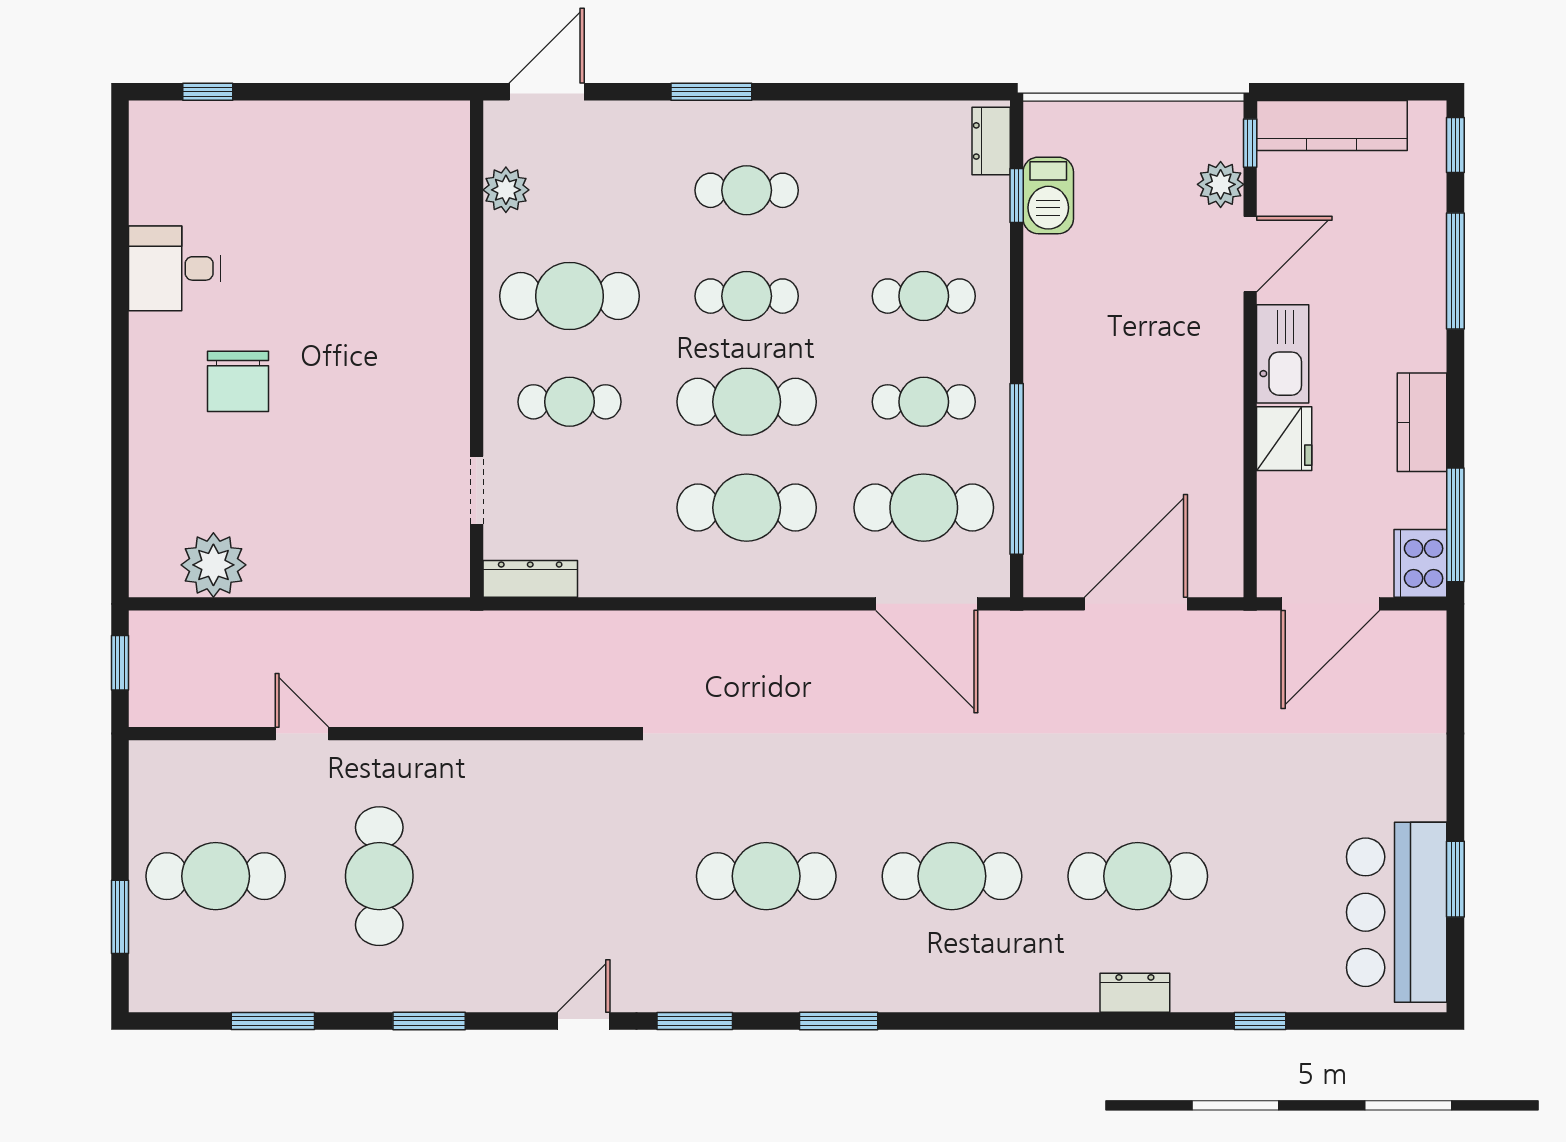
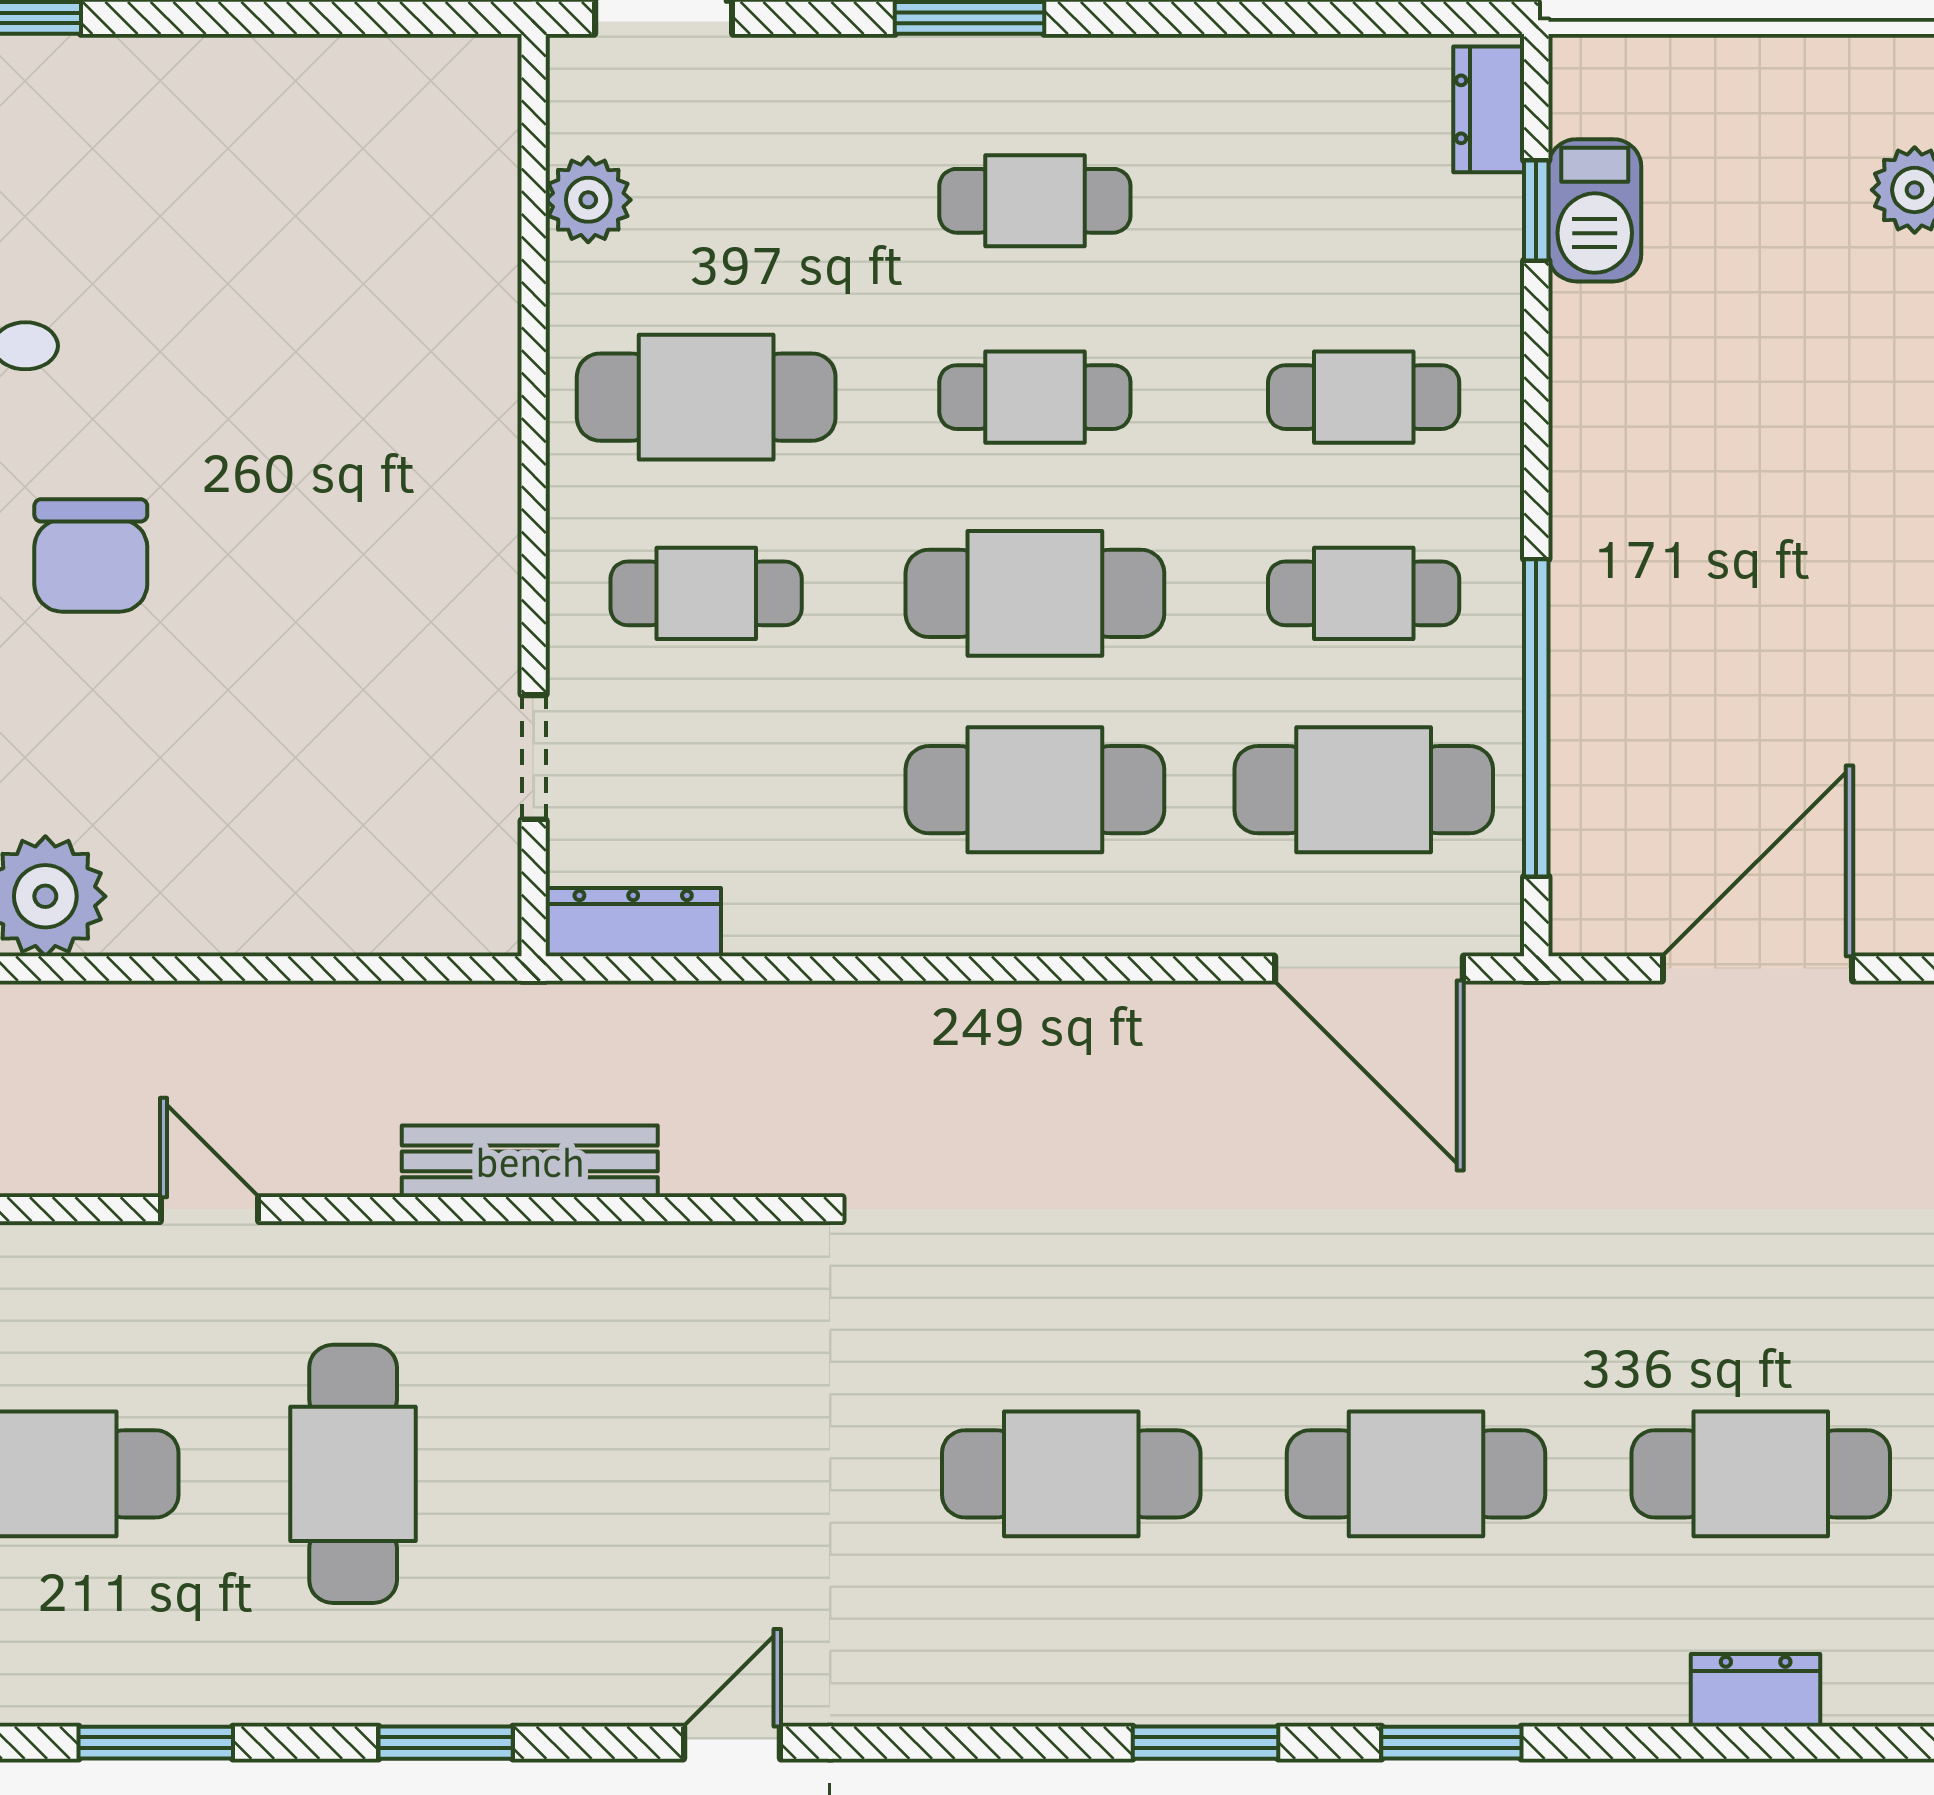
bench: (474, 708) -> (530, 1161), added
window: (695, 1021) -> (1451, 1743), moved

